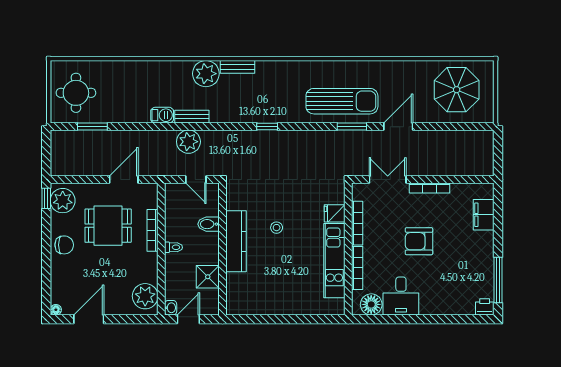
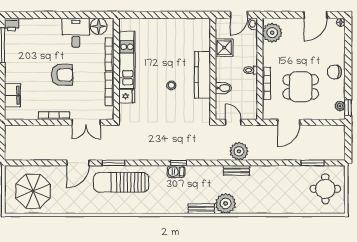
barbecue: (162, 115) -> (176, 172), moved
plant: (63, 201) -> (340, 106), width x0.53, depth x0.53

